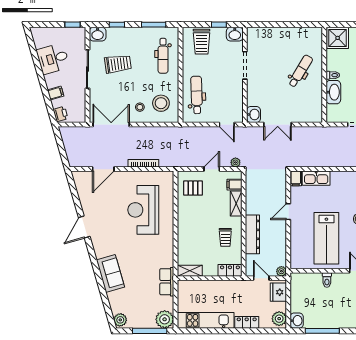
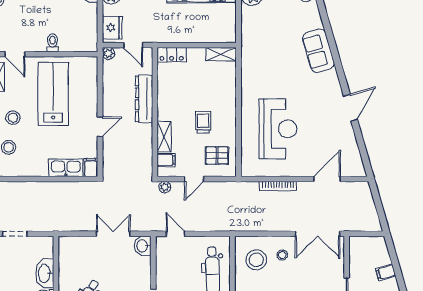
printer: (60, 114) -> (380, 247), removed
trolley: (225, 237) -> (203, 122), moved
row of seats: (167, 282) -> (249, 41), removed

